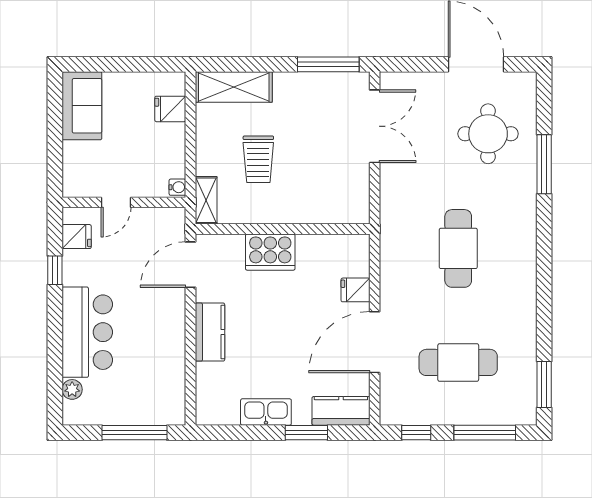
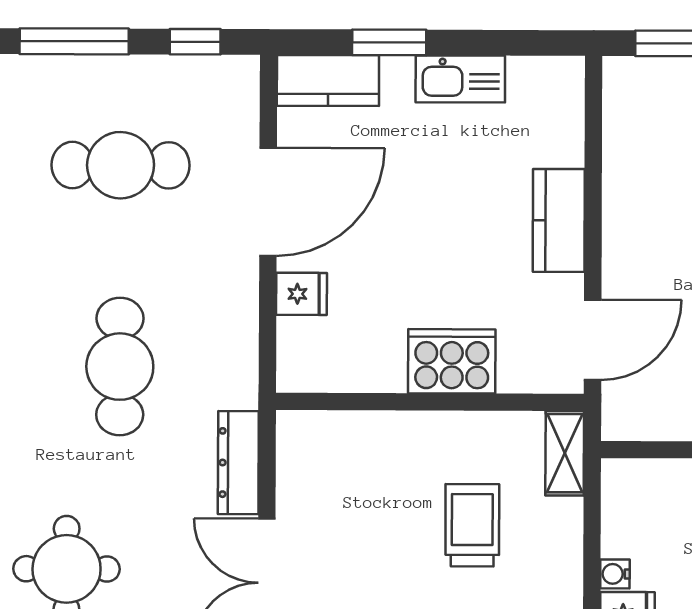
water cooler: (177, 187) -> (615, 574), moved
dresser: (391, 194) -> (238, 463), added

